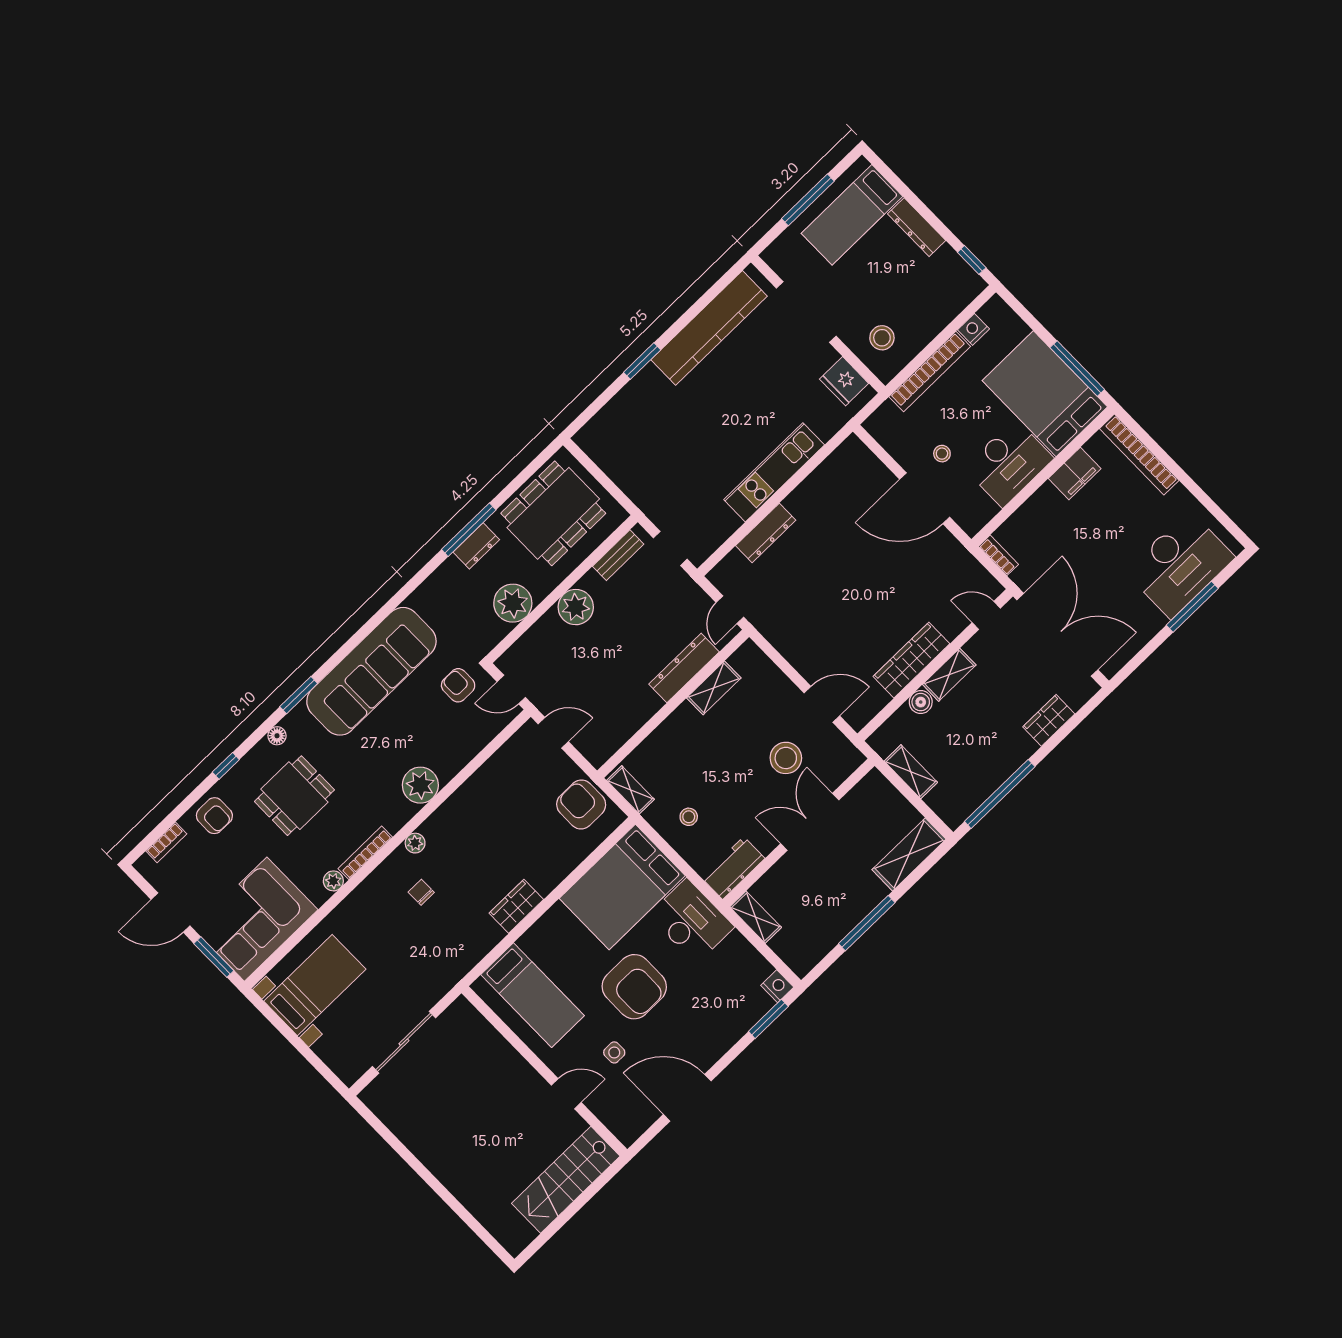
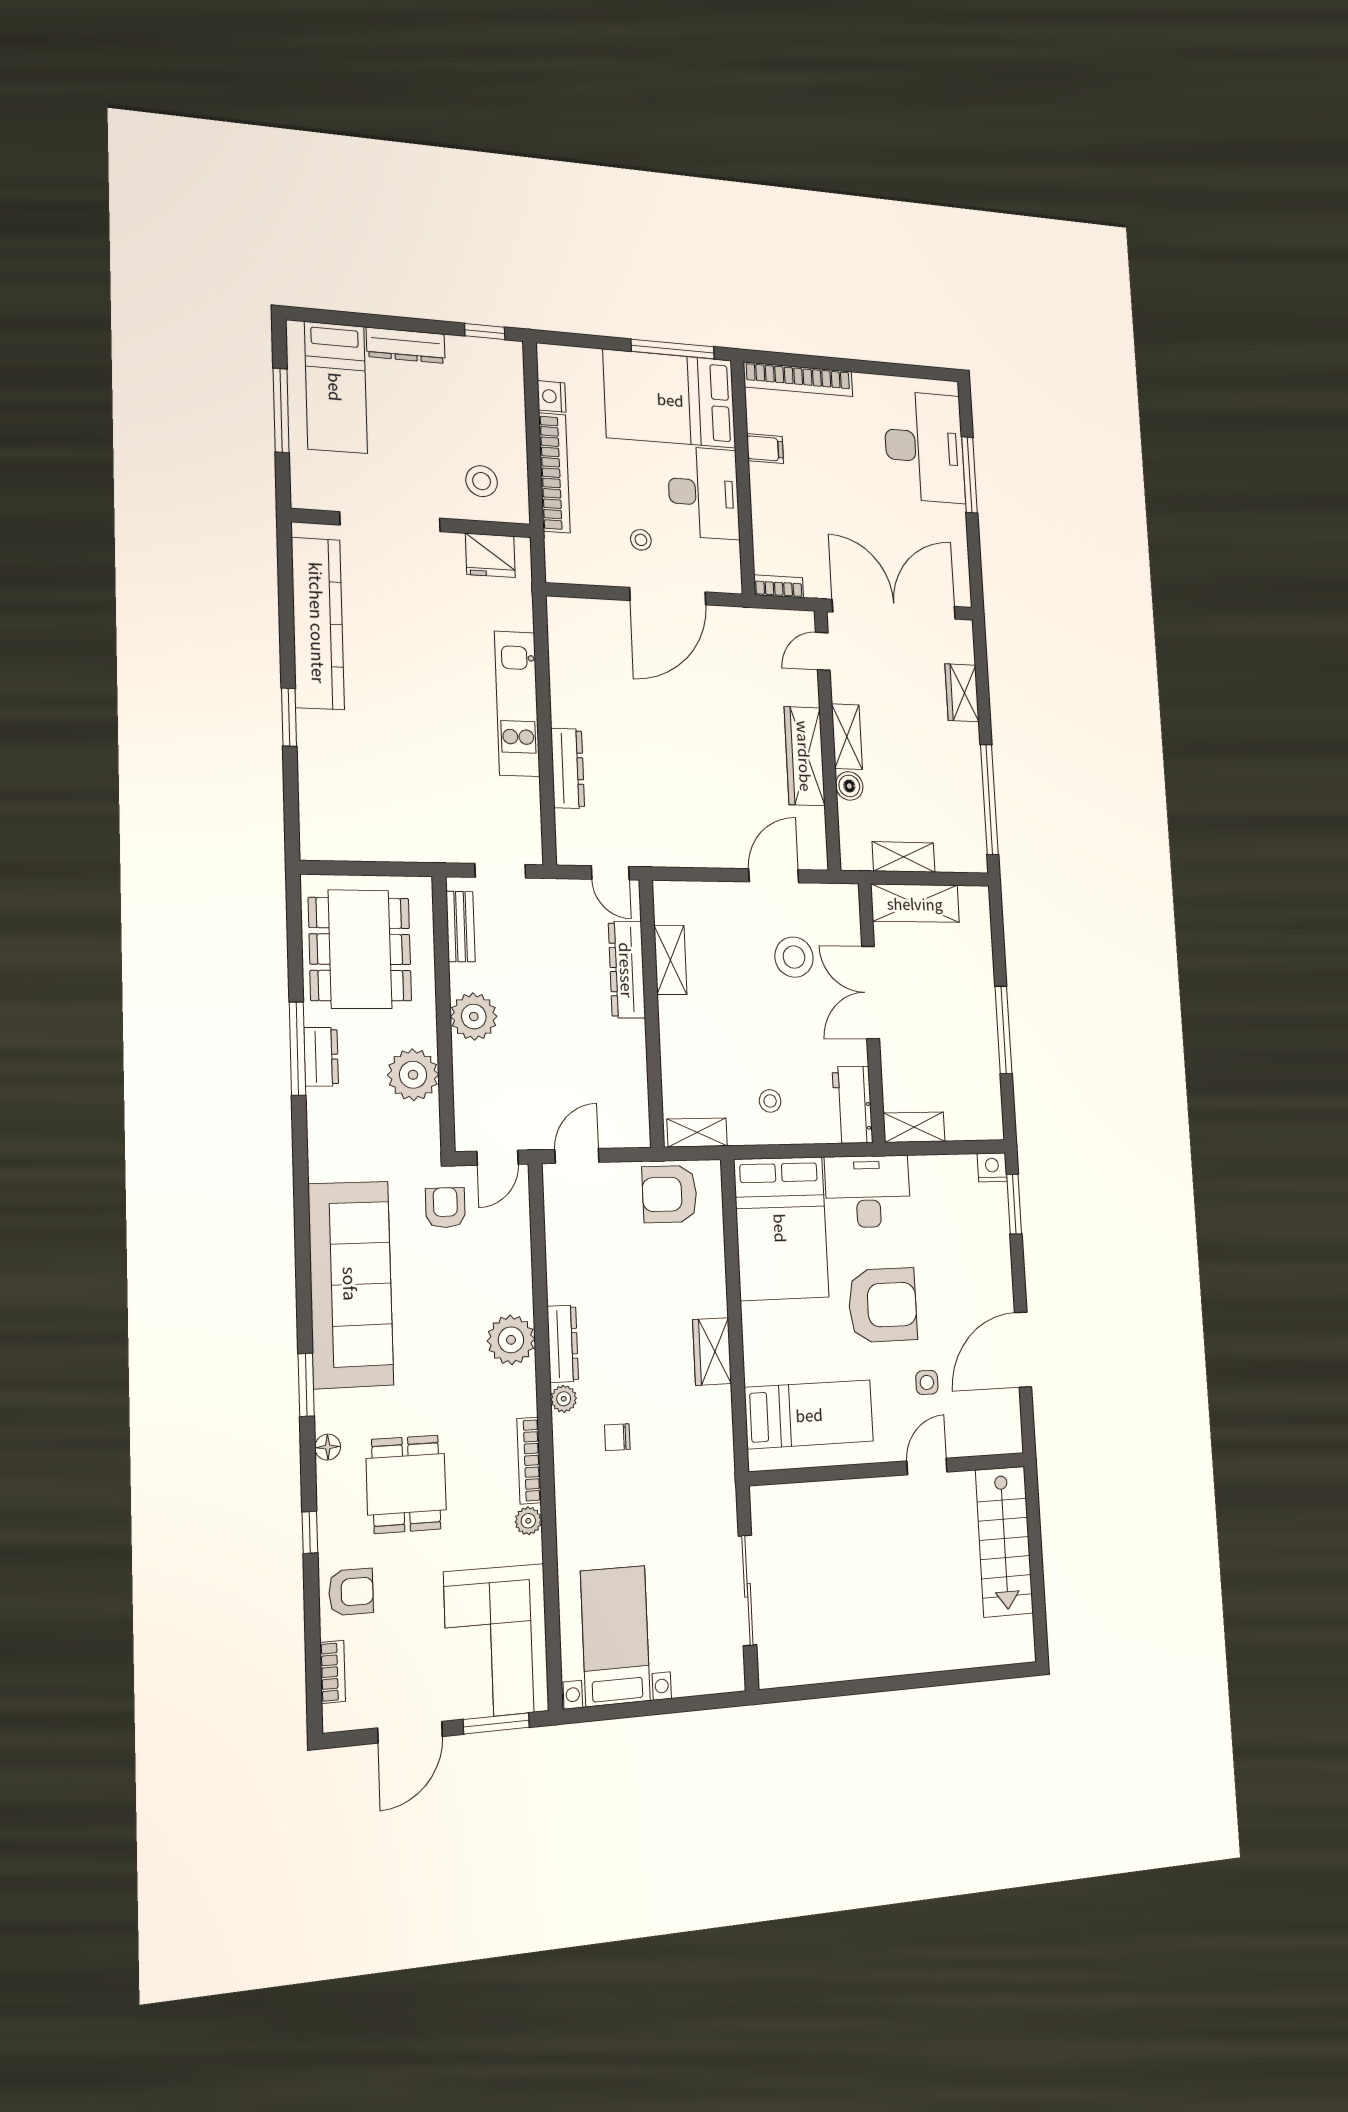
filing cabinet: (1075, 474) -> (765, 449), width x0.50
armchair: (458, 685) -> (445, 1208), turned 90
dresser: (444, 816) -> (563, 1344), added
shelving: (909, 854) -> (915, 903), moved, turned 90

